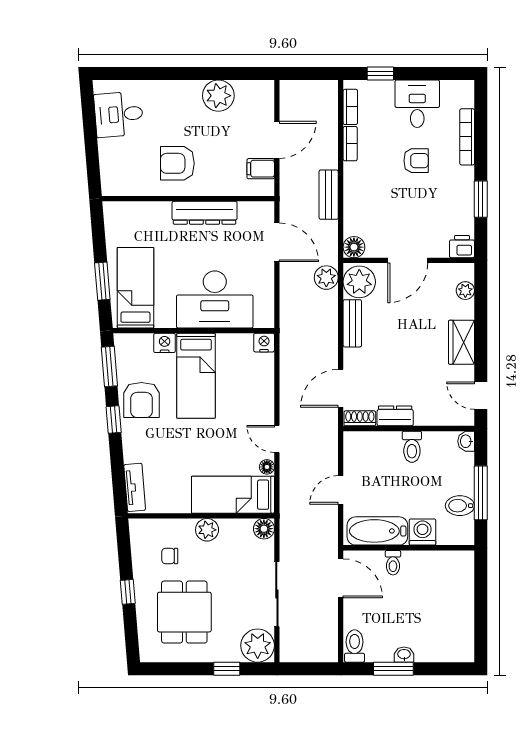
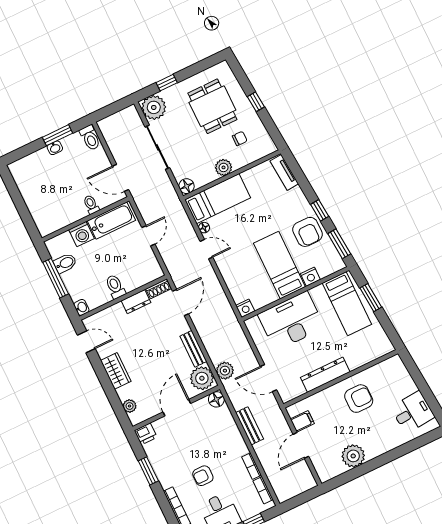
armchair: (141, 400) -> (307, 232), turned 180

